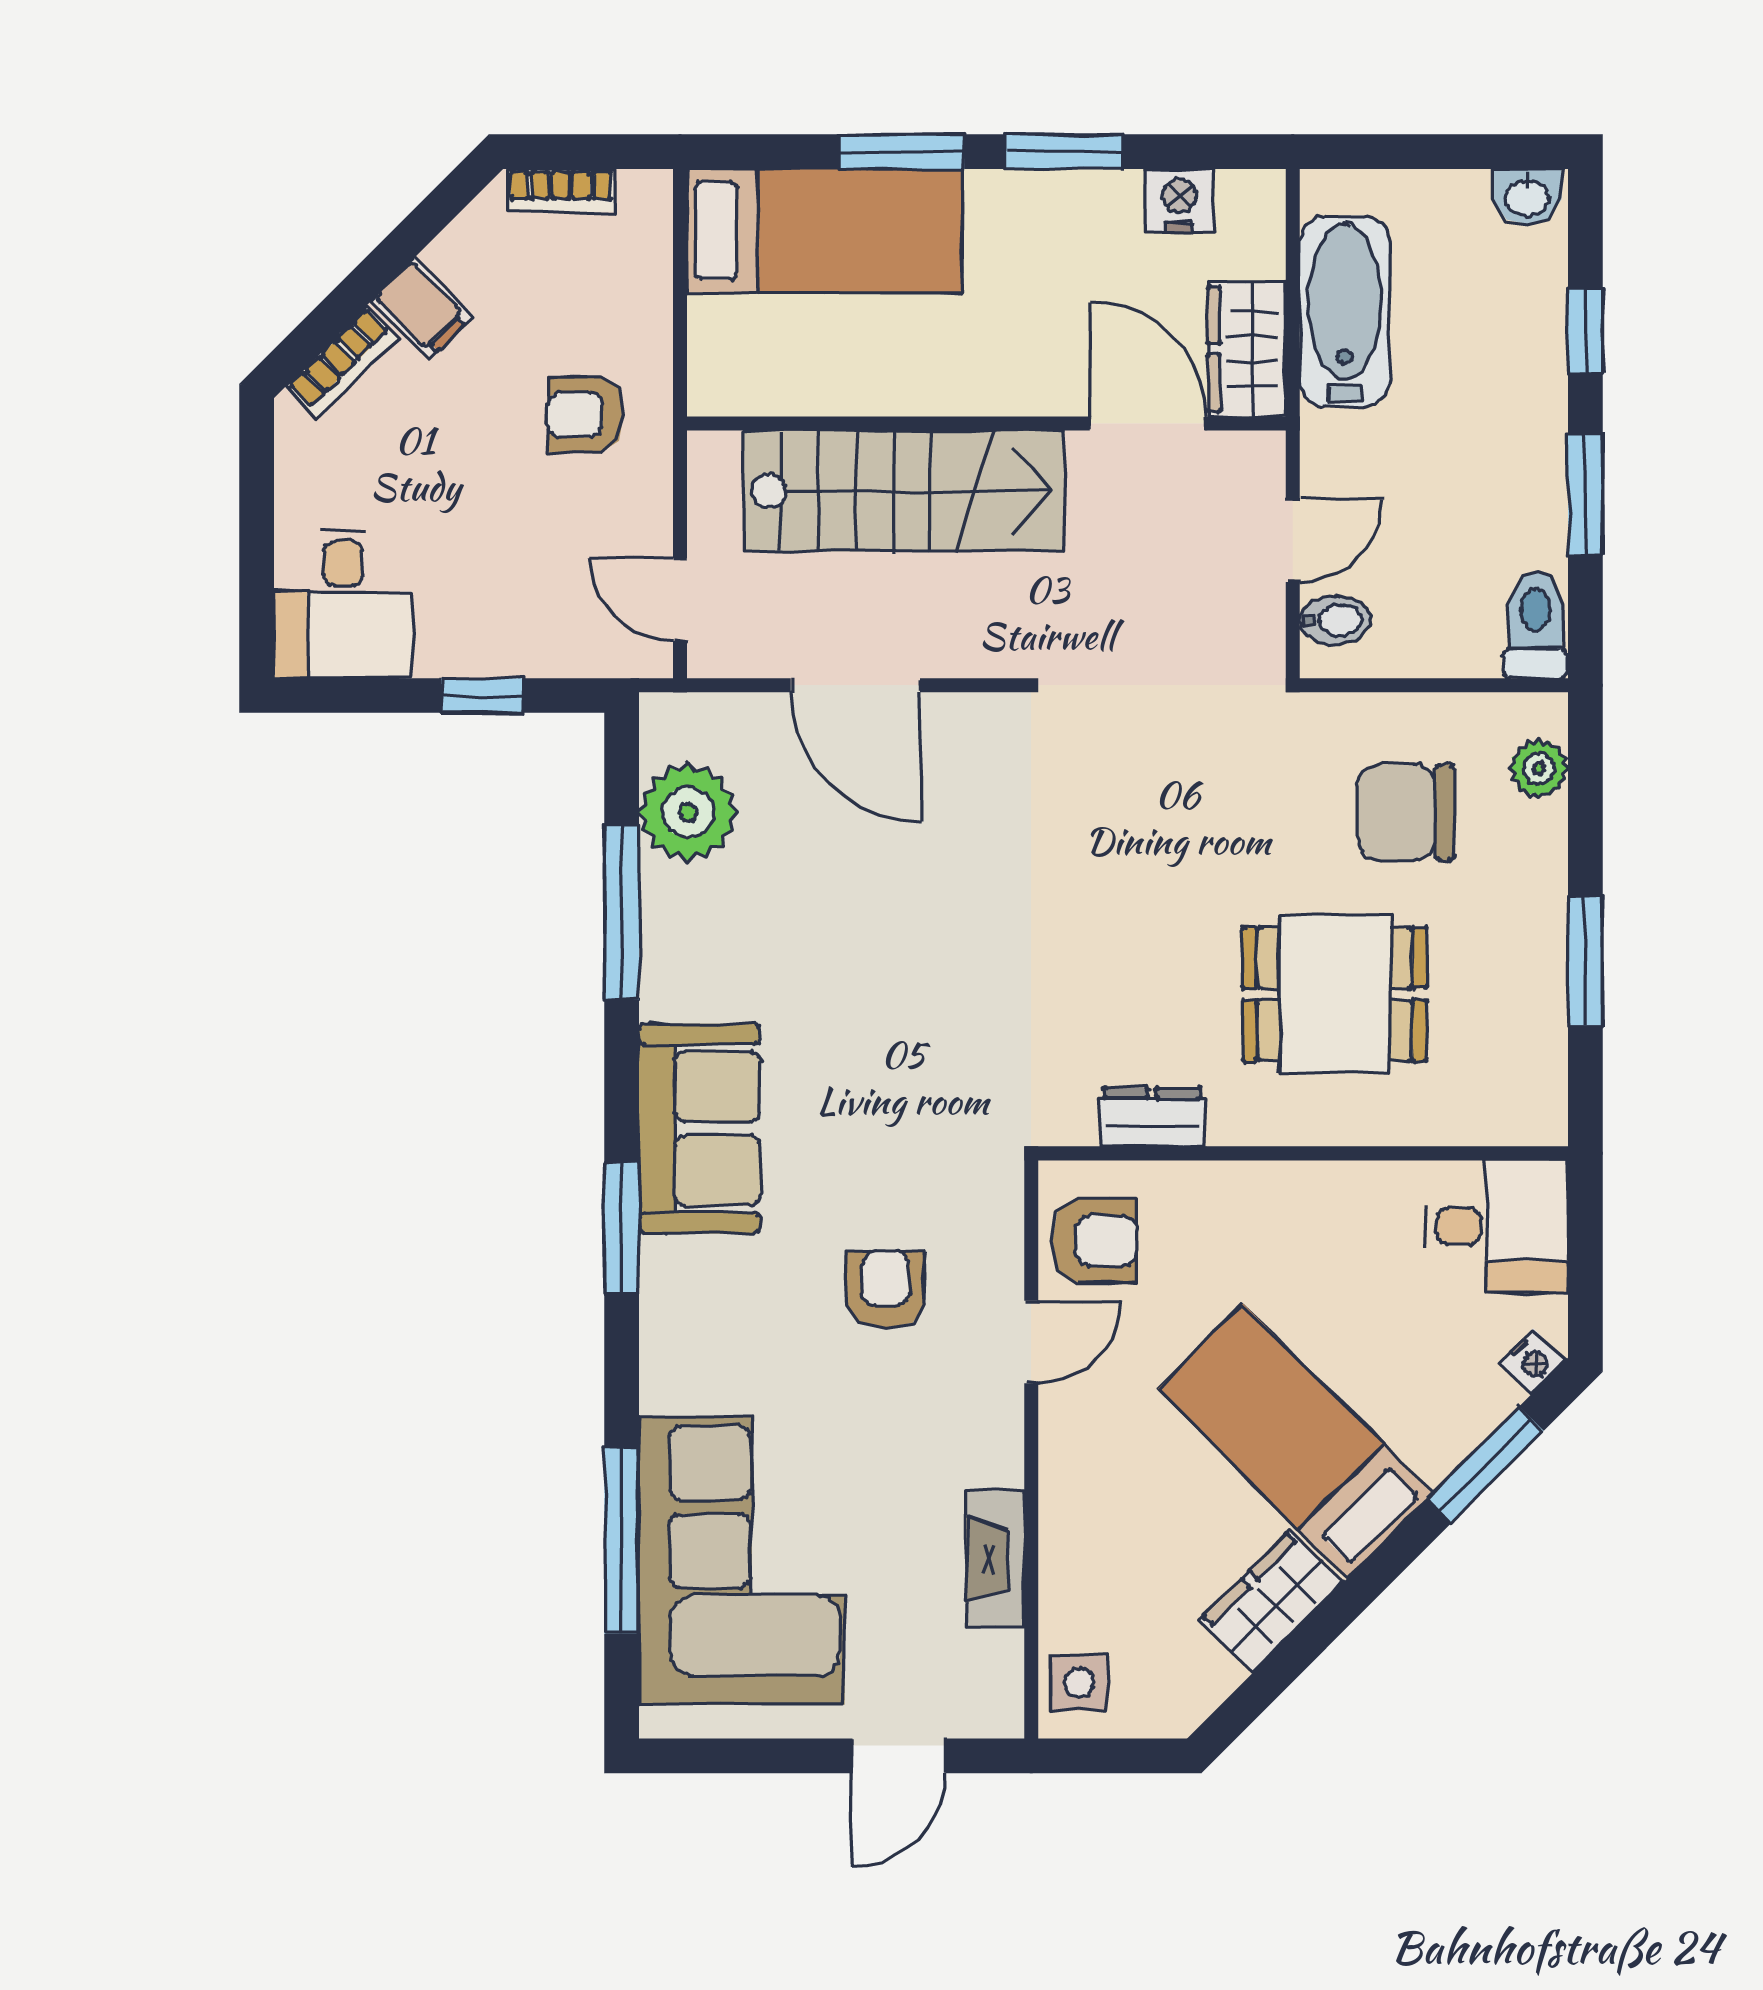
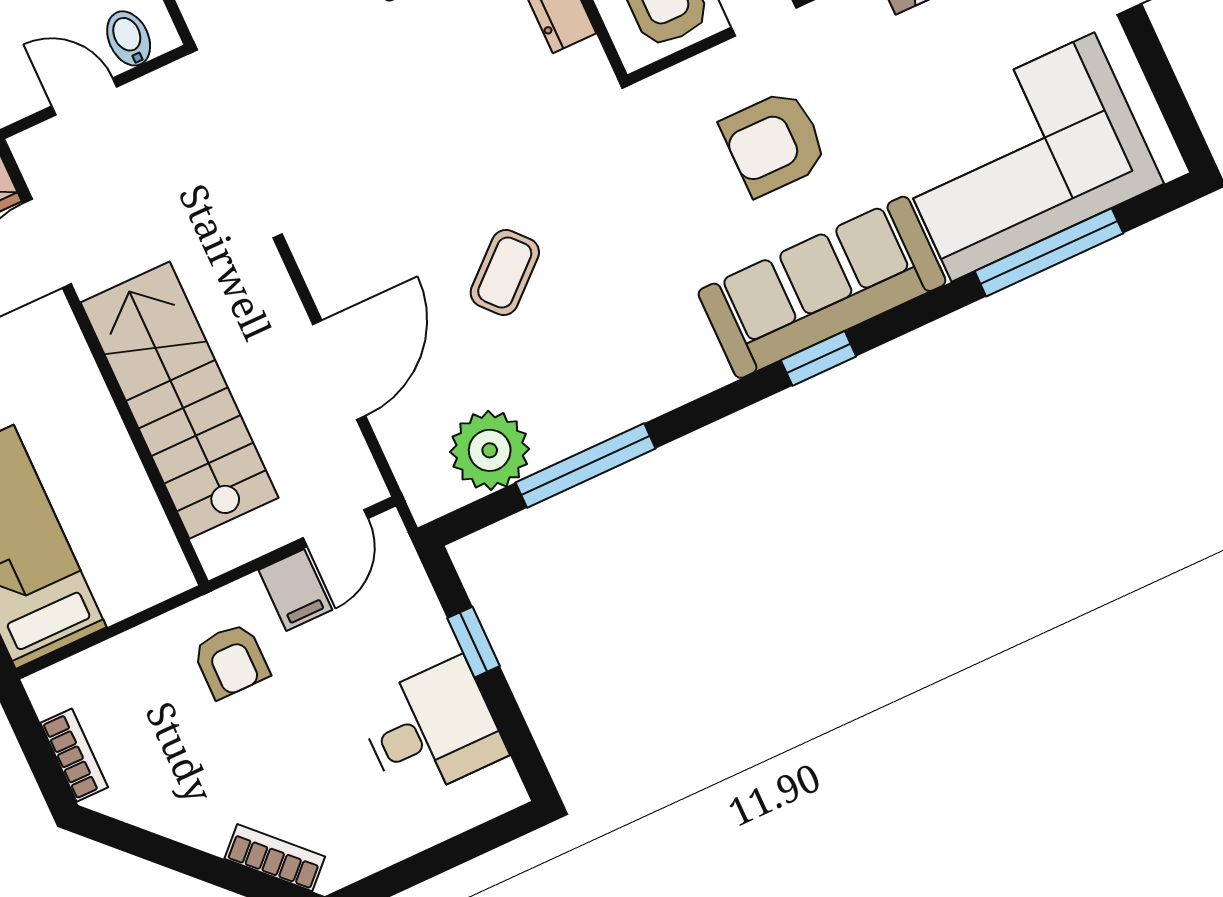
filing cabinet: (422, 308) -> (295, 590), moved, turned 135
desk: (343, 604) -> (432, 729), moved
coffee table: (879, 921) -> (505, 272), added
sofa: (699, 1129) -> (822, 287), moved, width x1.36
window: (622, 1228) -> (819, 358), width x0.67
armchair: (886, 1289) -> (774, 143), width x1.38, depth x1.38

